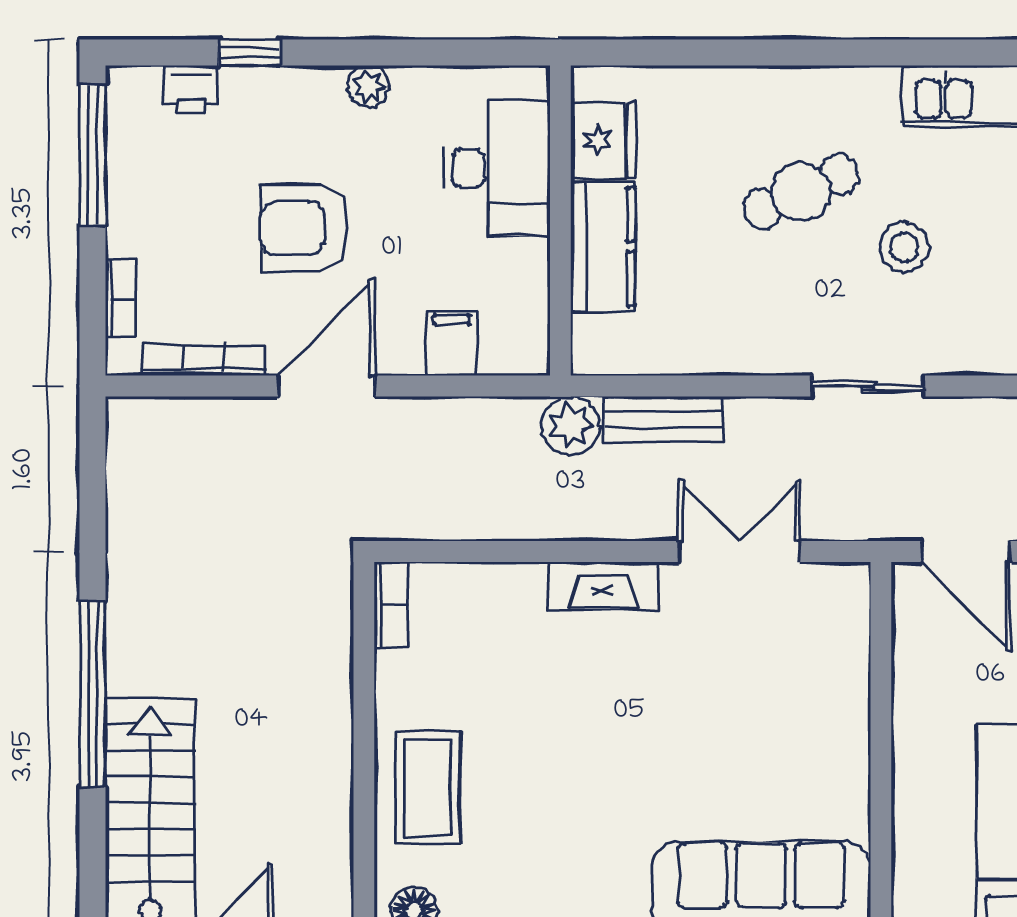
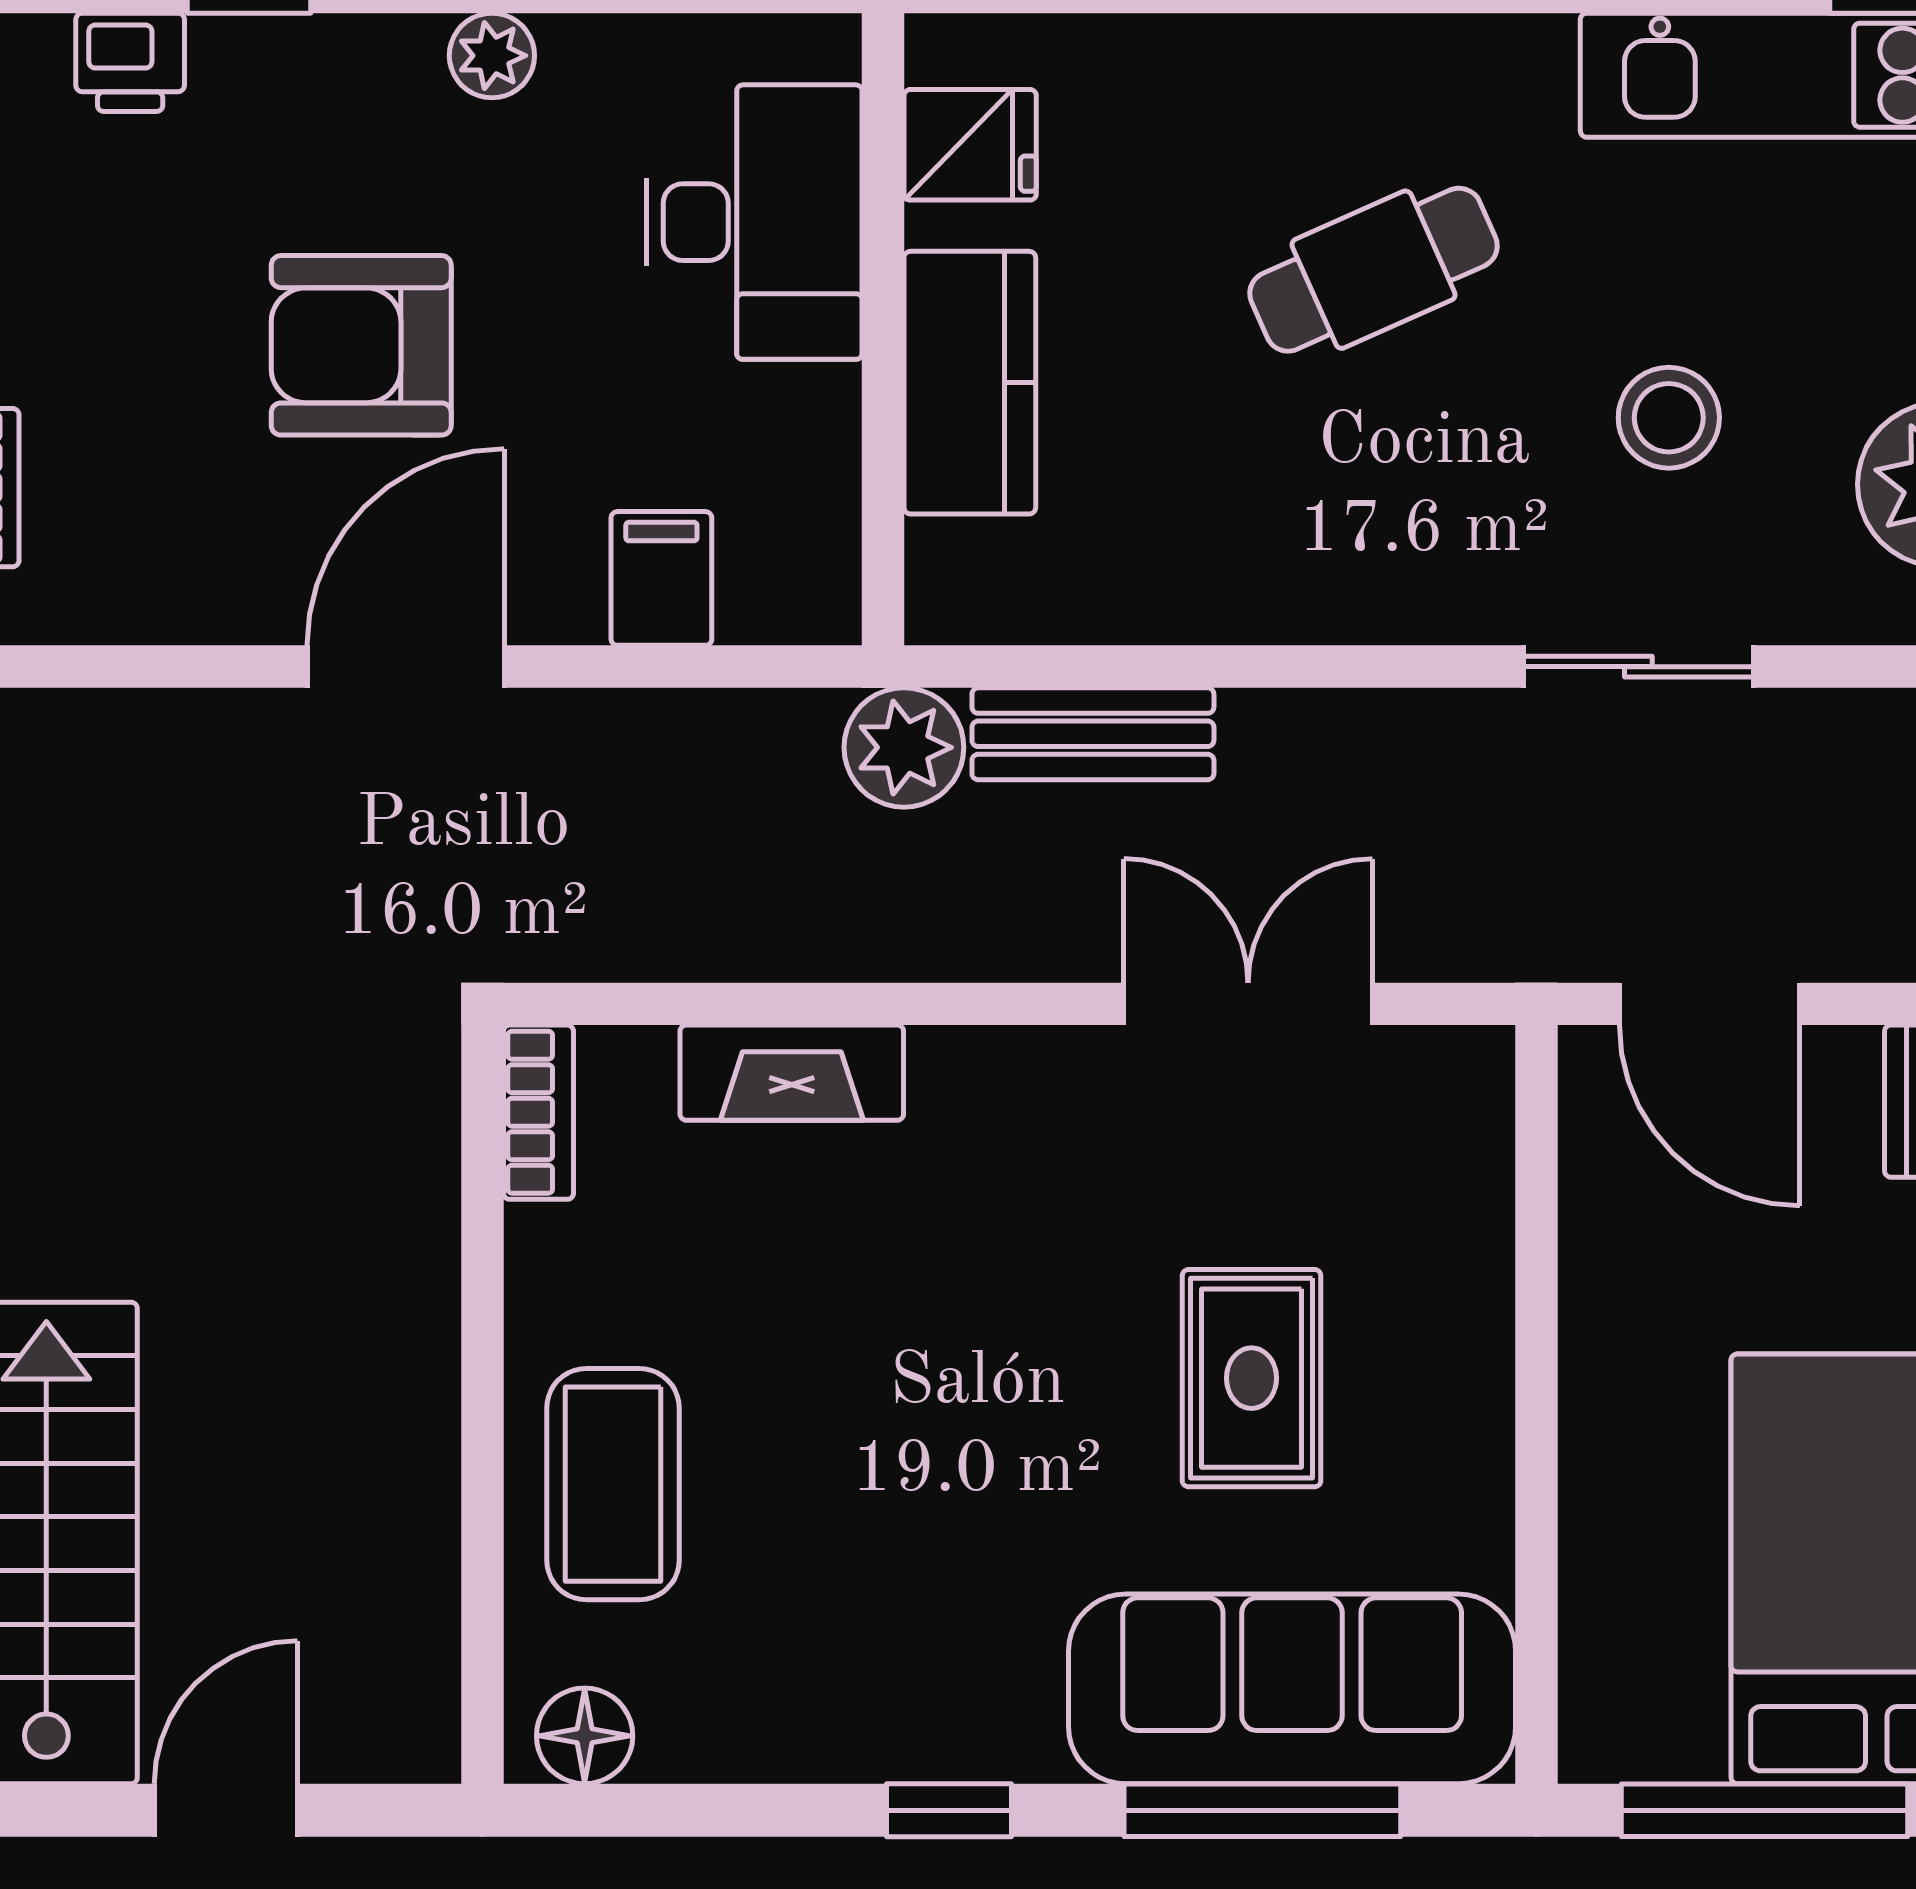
fridge: (603, 141) -> (970, 145), width x0.72
stool: (904, 247) -> (1669, 418), moved
bookcase: (204, 360) -> (156, 613), removed
sliding door: (868, 386) -> (1638, 667), moved
fireplace: (602, 585) -> (792, 1073), moved
rug: (741, 735) -> (1252, 1378), added

